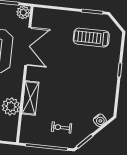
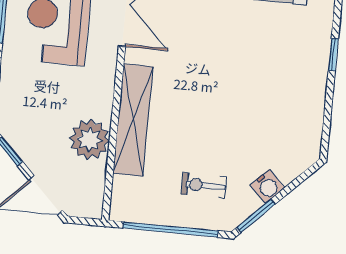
shelving: (30, 98) -> (133, 120), width x1.47
water cooler: (100, 120) -> (267, 186), moved

